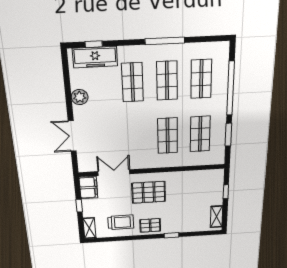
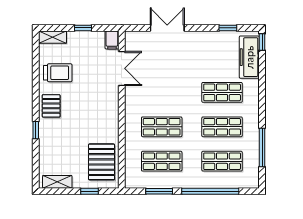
window: (165, 41) -> (262, 147), moved
window: (94, 44) -> (262, 42), moved
window: (67, 80) -> (228, 28), added
plant: (80, 97) -> (209, 39), removed
filing cabinet: (88, 188) -> (112, 40), width x0.50
pallet: (149, 192) -> (102, 162), moved
trolley: (121, 222) -> (58, 73), turned -90

